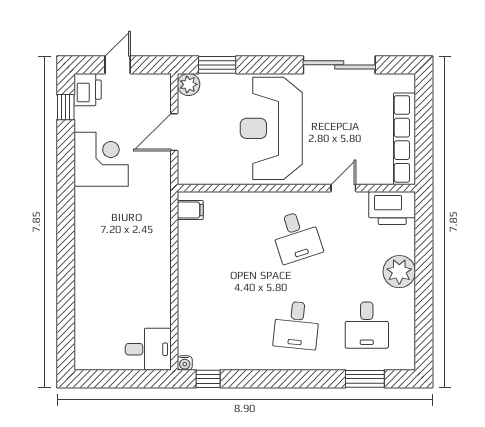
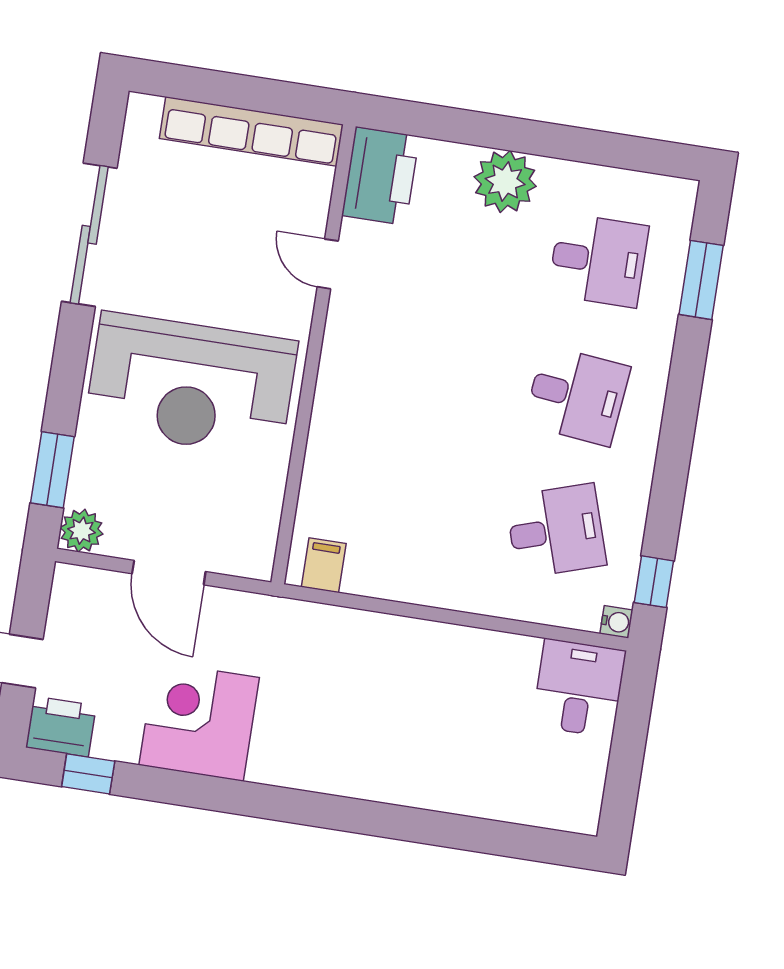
desk: (296, 237) -> (556, 531), moved

